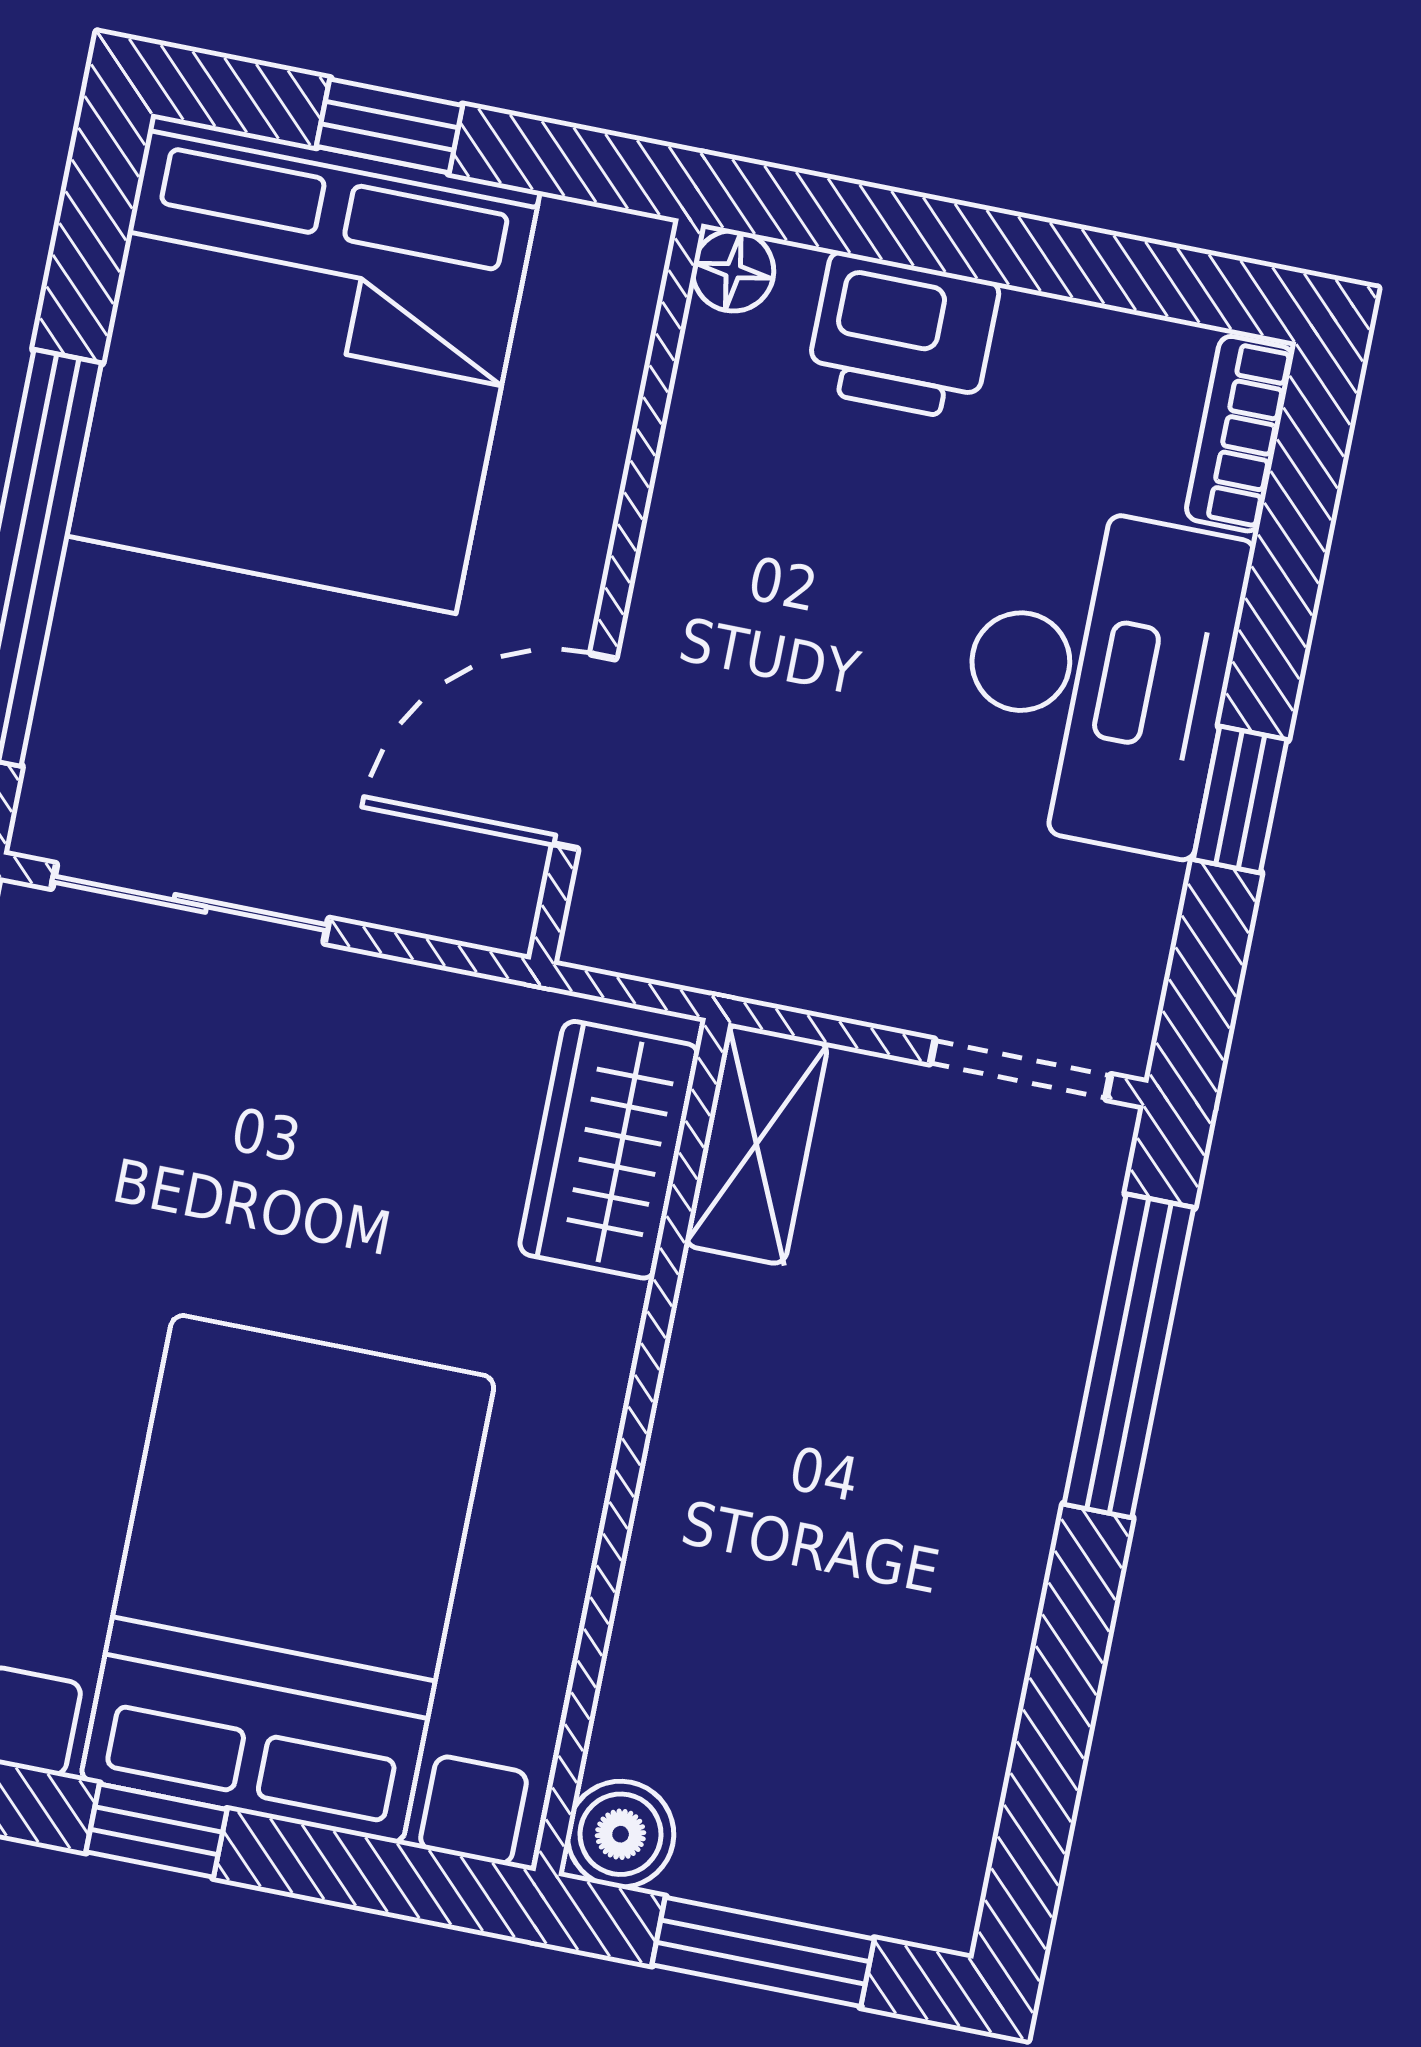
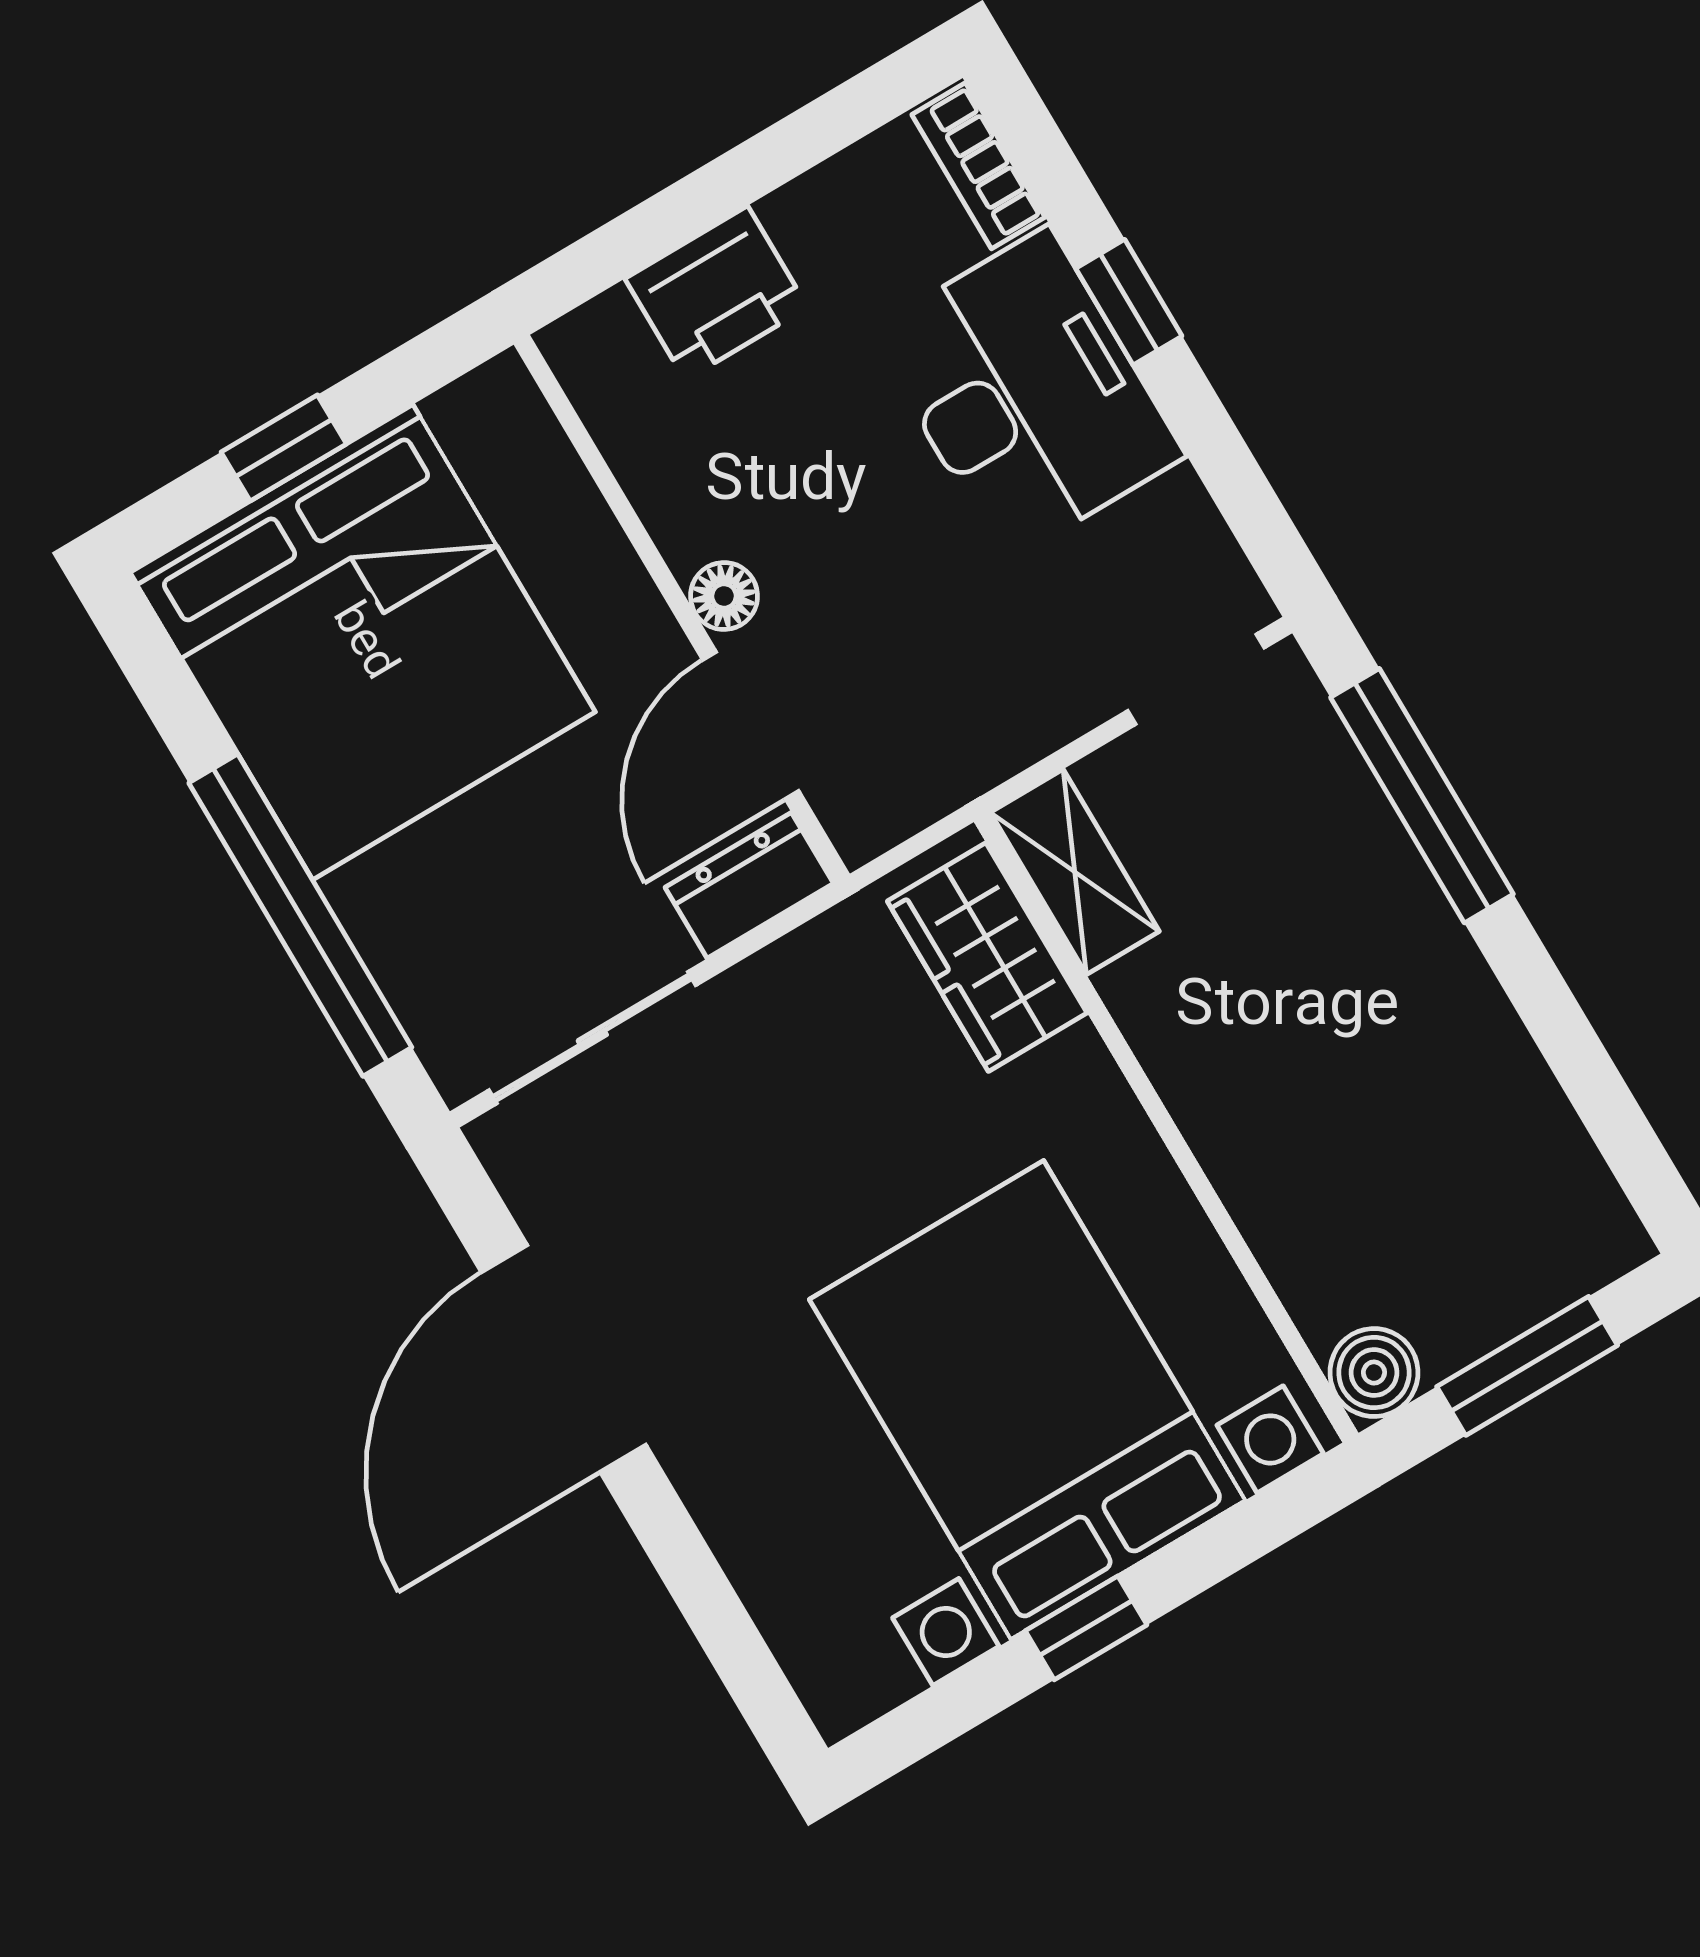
floor lamp: (733, 271) -> (724, 596), moved
window: (1240, 800) -> (1129, 302), moved
dresser: (454, 894) -> (749, 885), added

